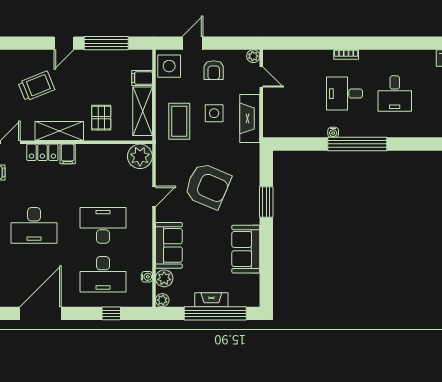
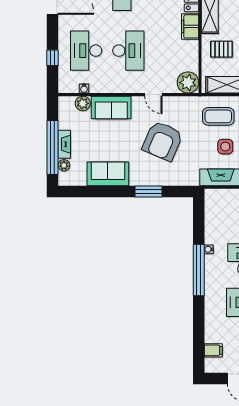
filing cabinet: (68, 154) -> (190, 26), width x2.00
plant: (162, 300) -> (64, 165), moved

